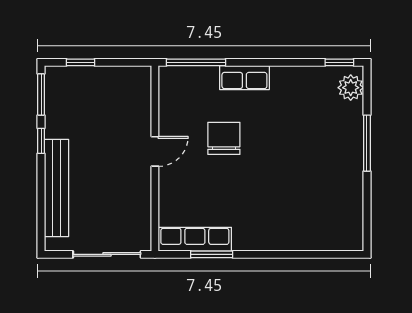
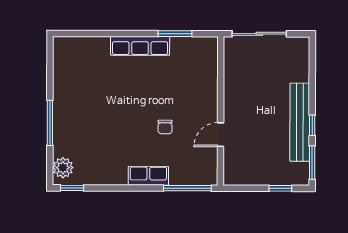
chair: (224, 138) -> (165, 127), width x0.54, depth x0.54
door: (155, 151) -> (221, 135), moved
bench: (56, 188) -> (300, 122), moved
row of seats: (195, 239) -> (140, 46), moved

